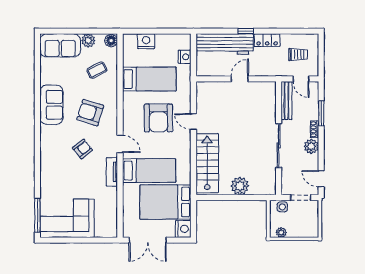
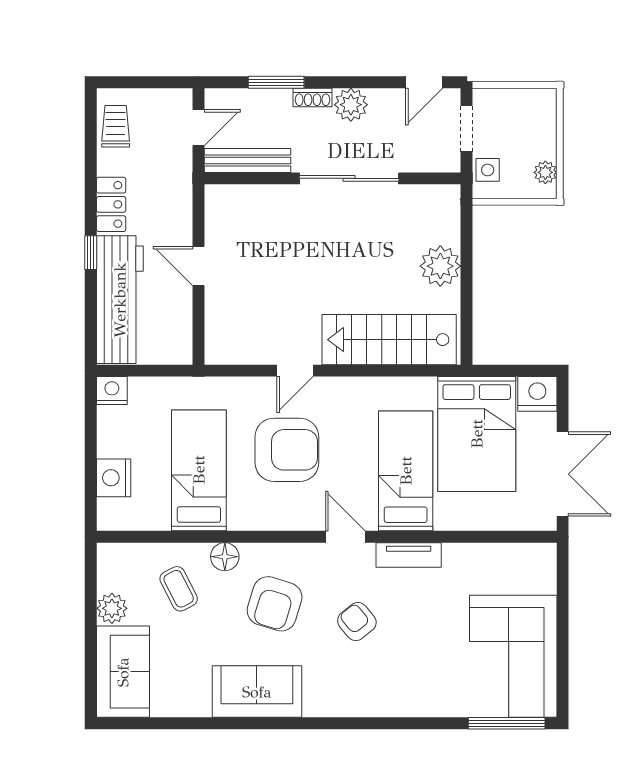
floor lamp: (111, 41) -> (225, 557), moved
trolley: (298, 54) -> (116, 126), moved
nightstand: (185, 57) -> (112, 391), moved
door: (120, 144) -> (345, 537), hinge flipped

